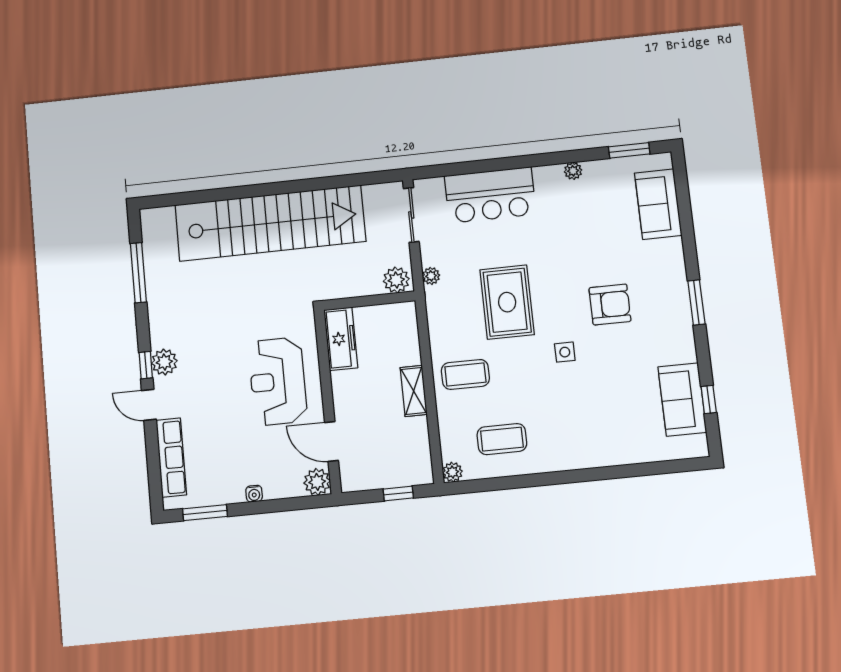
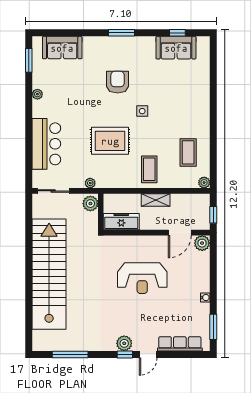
freezer: (341, 339) -> (121, 222), moved
wall: (328, 401) -> (157, 233), moved
door: (331, 441) -> (180, 233), moved
plant: (317, 482) -> (202, 243), moved

